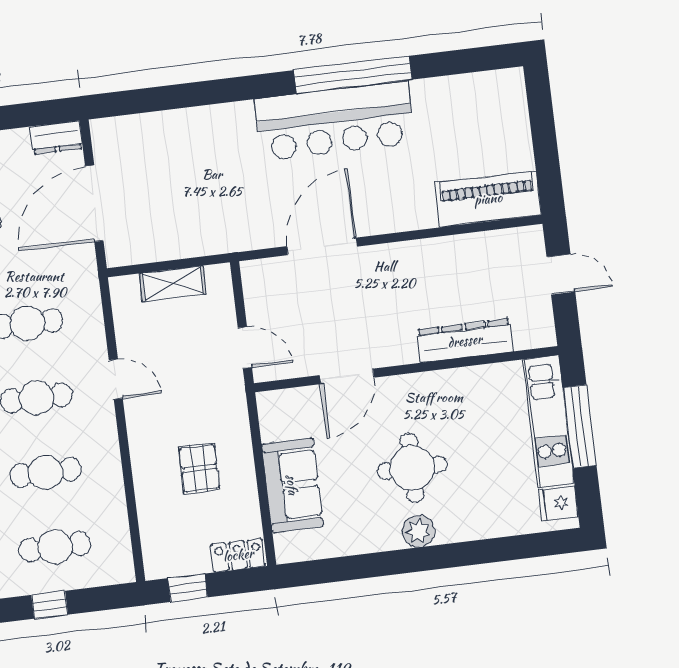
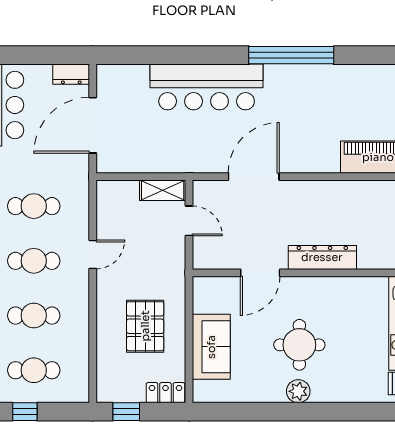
bar counter: (335, 121) -> (207, 87), moved
shelving: (173, 284) -> (163, 190), moved
dresser: (465, 341) -> (322, 257), moved
door: (245, 348) -> (189, 221), moved
door: (116, 379) -> (93, 254), hinge flipped
pallet: (199, 468) -> (145, 326), width x1.50, depth x1.42

